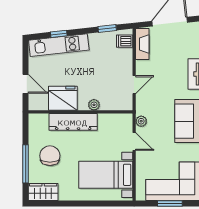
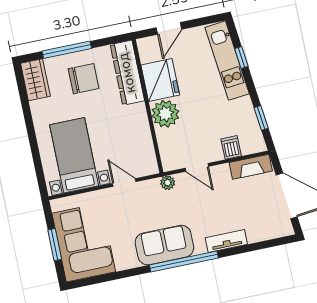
dishwasher: (125, 41) -> (231, 147), moved
plant: (94, 105) -> (165, 114), width x1.88, depth x1.88
plant: (141, 121) -> (168, 183), moved
dresser: (73, 122) -> (127, 73), moved
door: (134, 142) -> (124, 182), swing flipped

